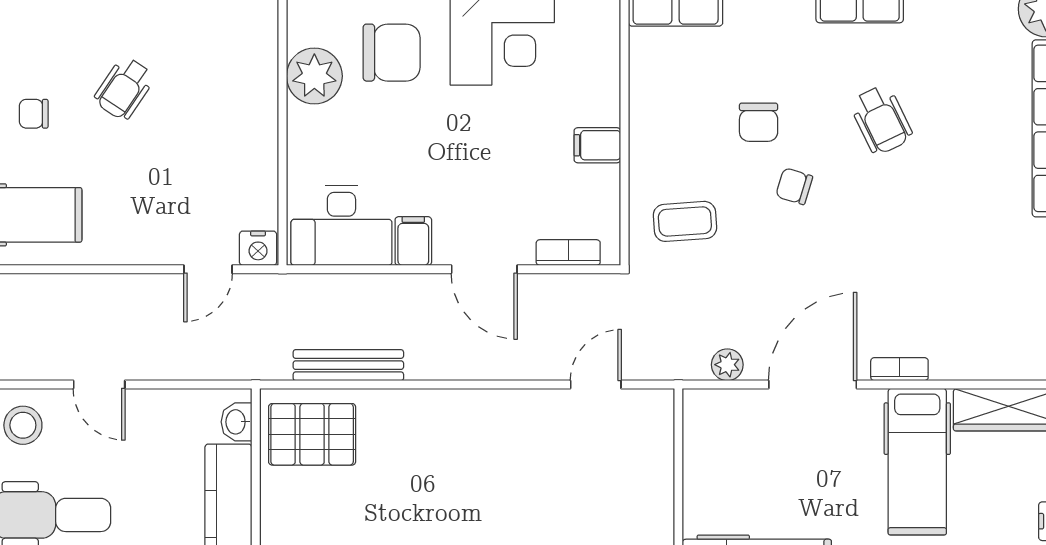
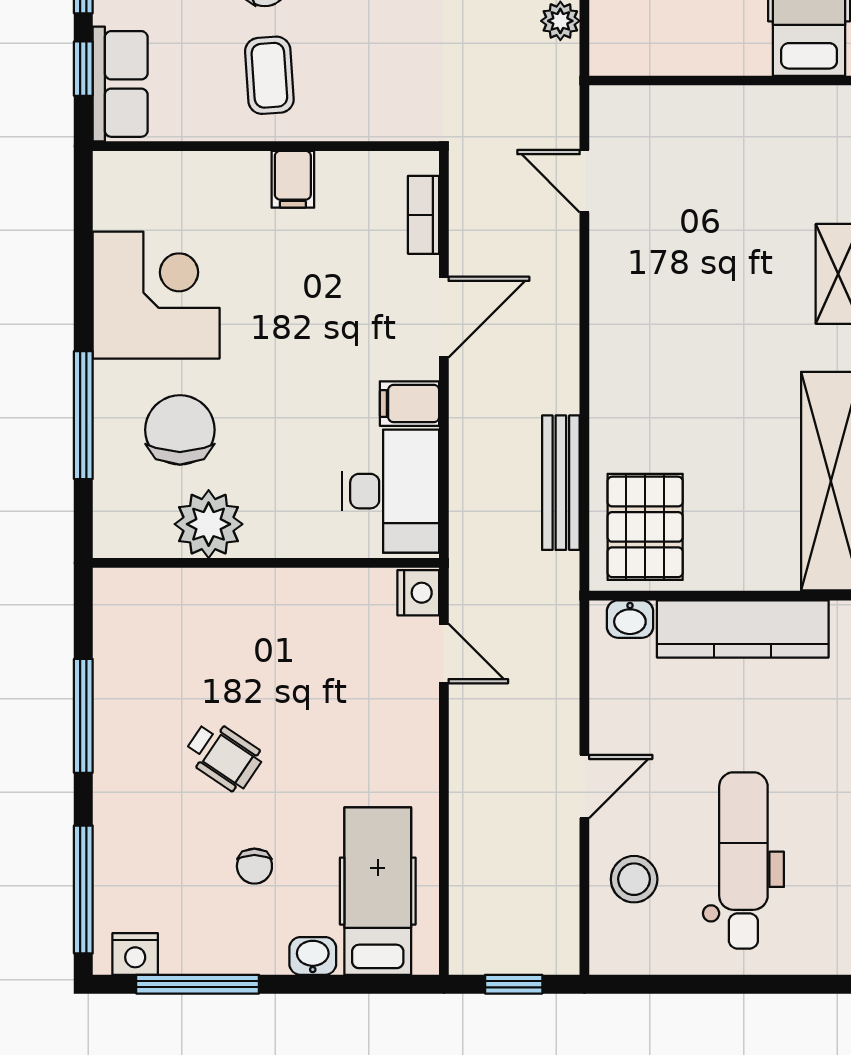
coffee table: (685, 221) -> (269, 75), moved

